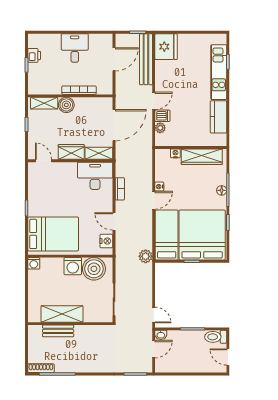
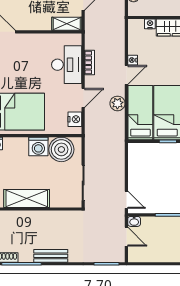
wardrobe: (71, 152) -> (37, 22), removed
desk: (95, 176) -> (67, 65), moved, turned 90
door: (114, 221) -> (83, 98), swing flipped
plant: (146, 256) -> (117, 103), moved
bench: (58, 331) -> (51, 256), moved
door: (154, 349) -> (126, 237), hinge flipped

